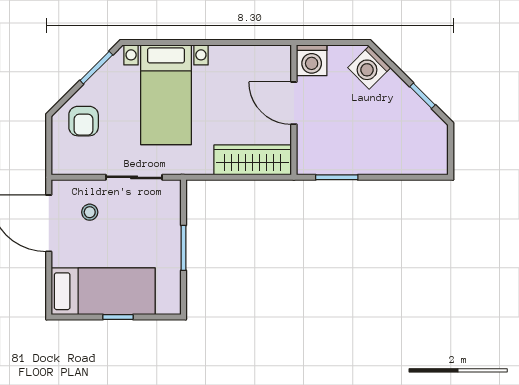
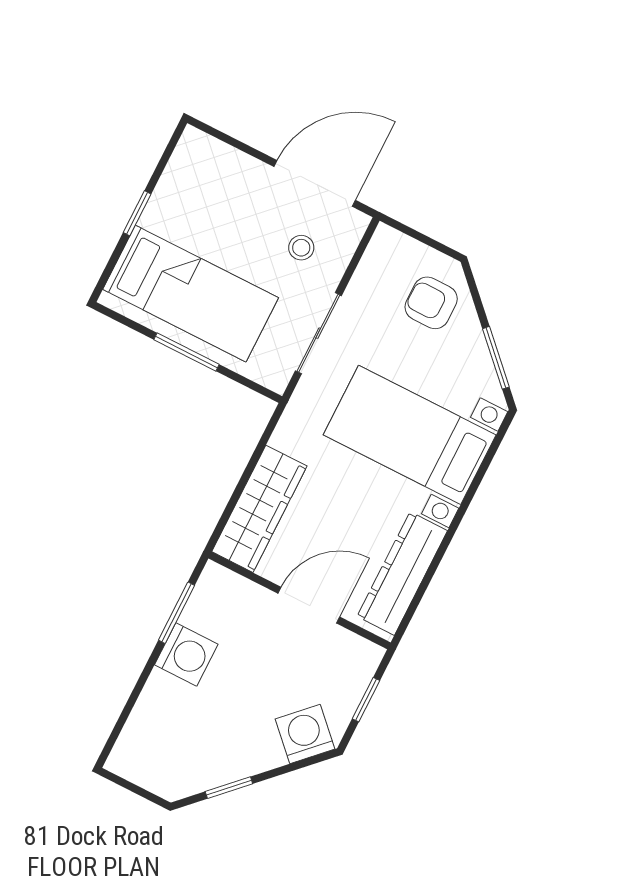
window: (332, 43) -> (366, 700), added
dresser: (248, 59) -> (402, 574), added
washing machine: (312, 60) -> (186, 654), moved, turned 180
bed: (103, 291) -> (191, 294), moved, turned -90

